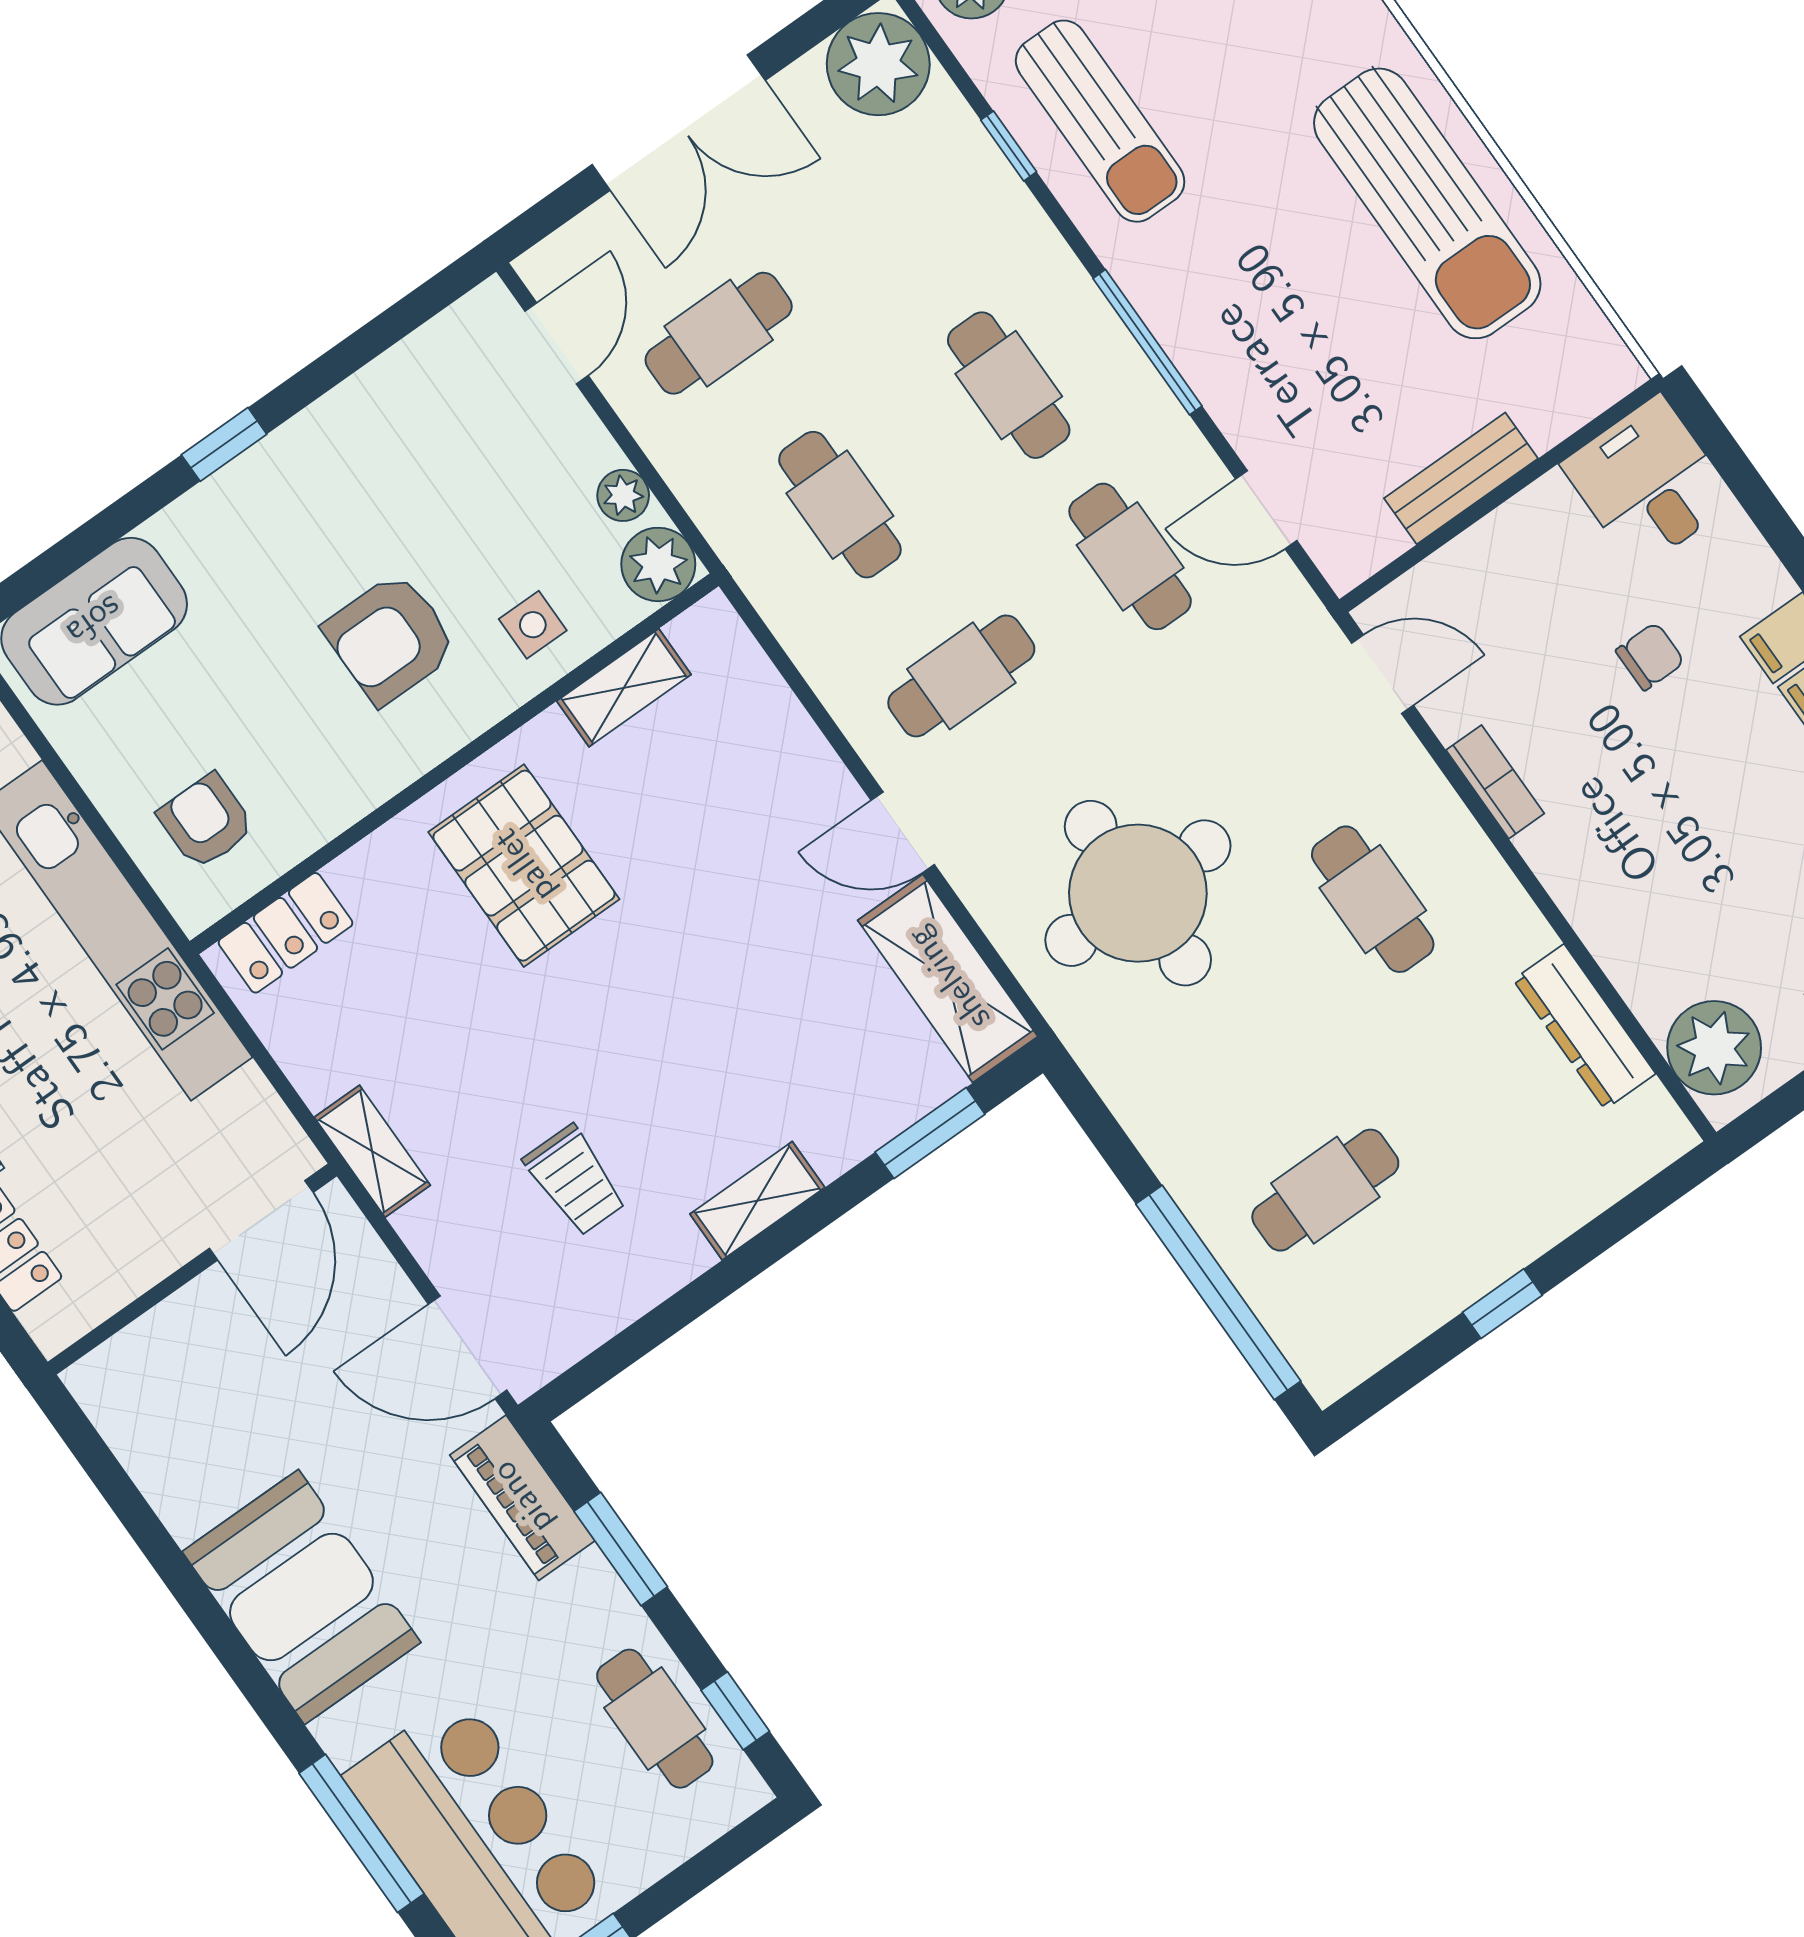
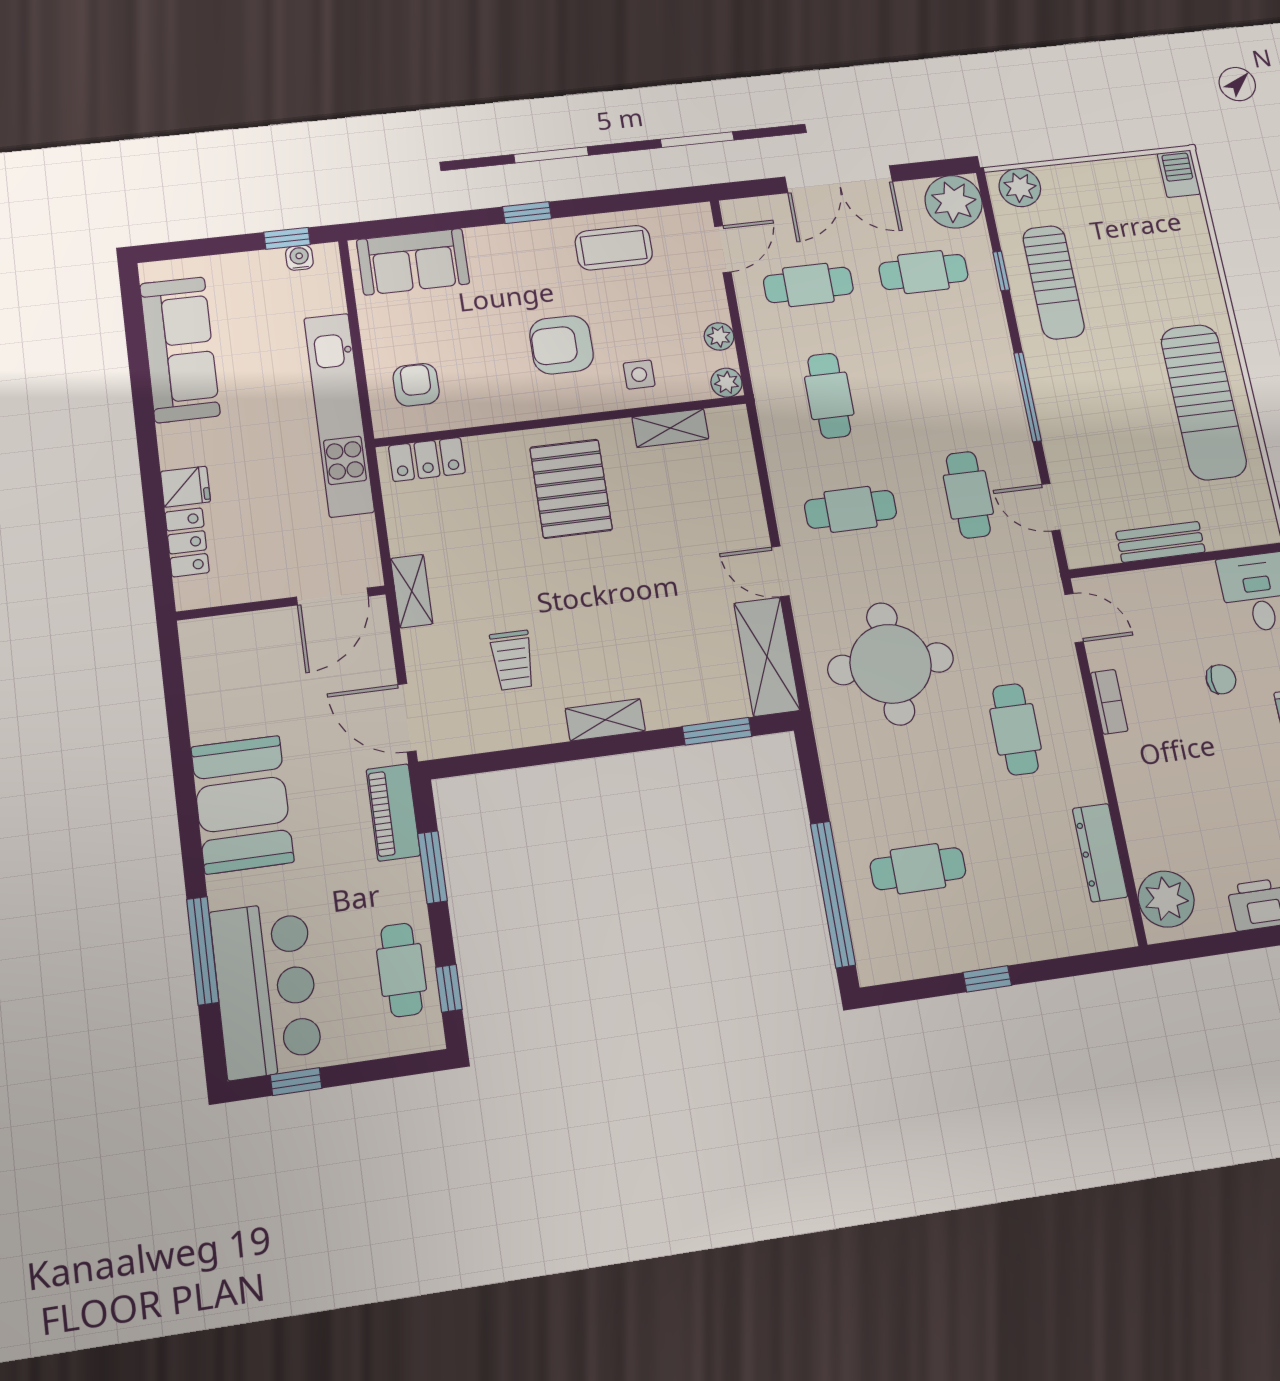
cafe table: (1009, 385) -> (923, 272), moved, turned 90
coffee table: (387, 432) -> (614, 248), added
plant: (658, 564) -> (726, 383), width x0.73, depth x0.73

